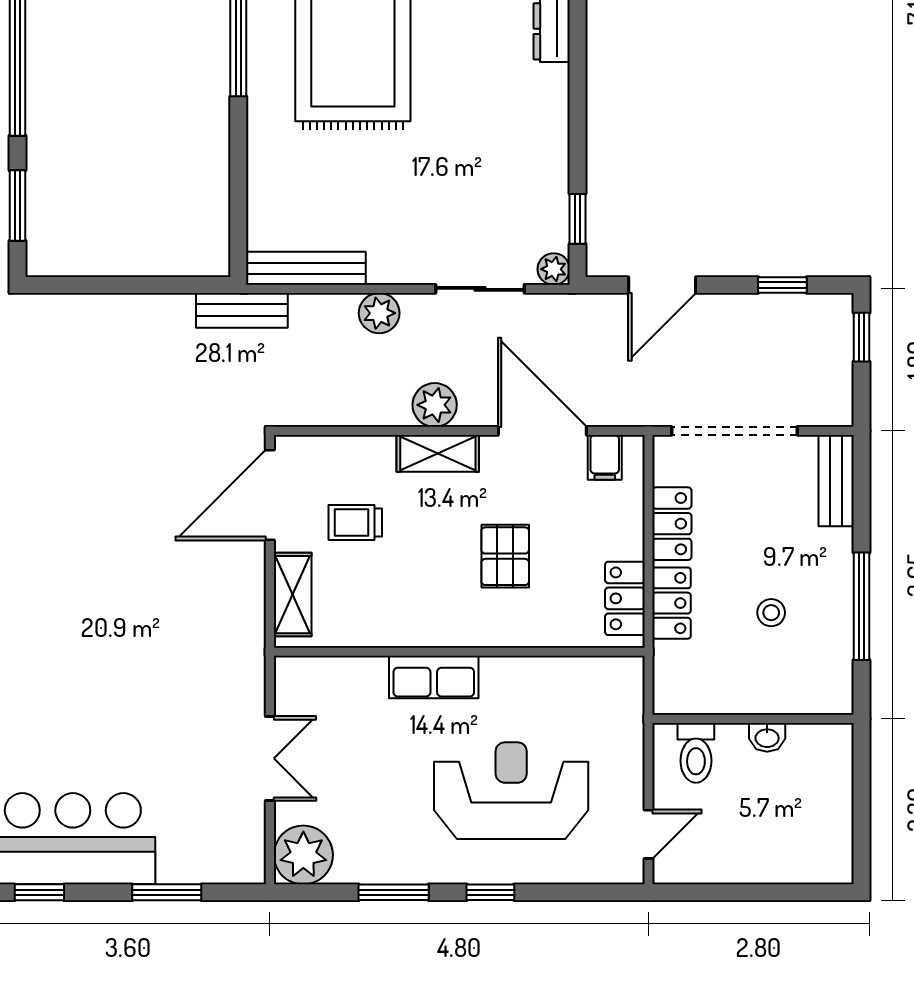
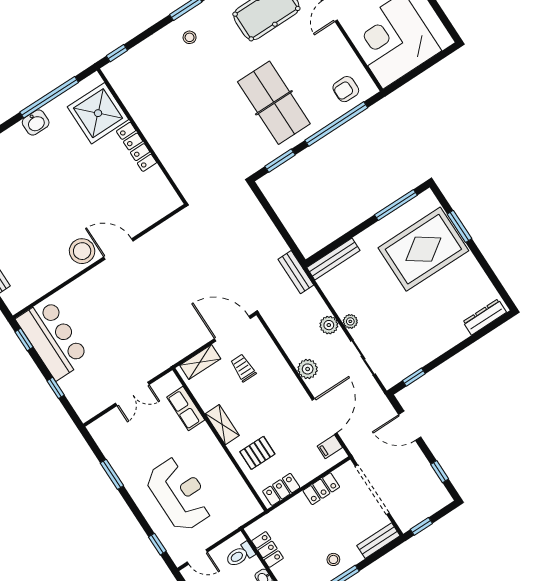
bench: (306, 268) -> (333, 259), moved, turned 90
plant: (554, 269) -> (350, 321), moved
window: (861, 337) -> (421, 526), moved
shelving: (438, 453) -> (222, 425), moved
pallet: (505, 556) -> (257, 453), moved
locker: (672, 603) -> (268, 549), moved, turned -90
stool: (771, 613) -> (333, 559), moved
row of seats: (434, 677) -> (186, 408), moved
plant: (303, 855) -> (104, 431), removed
window: (167, 892) -> (56, 388), width x0.67
window: (490, 892) -> (157, 544), moved

